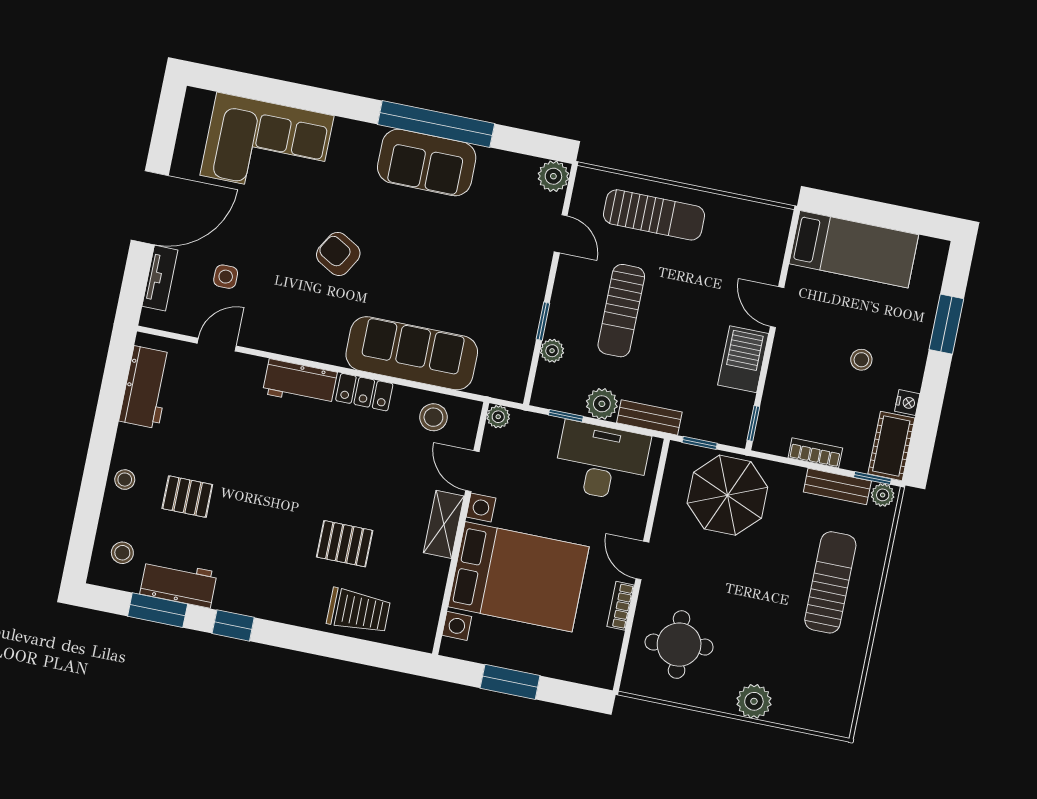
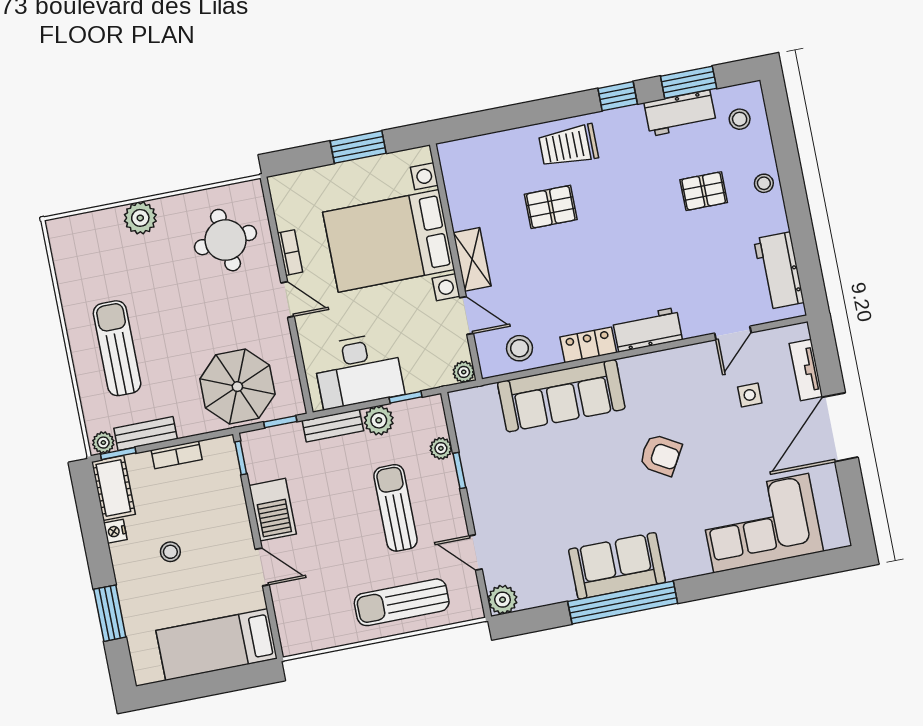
sun lounger: (830, 582) -> (117, 348), turned 180
trolley: (358, 611) -> (568, 146), moved

